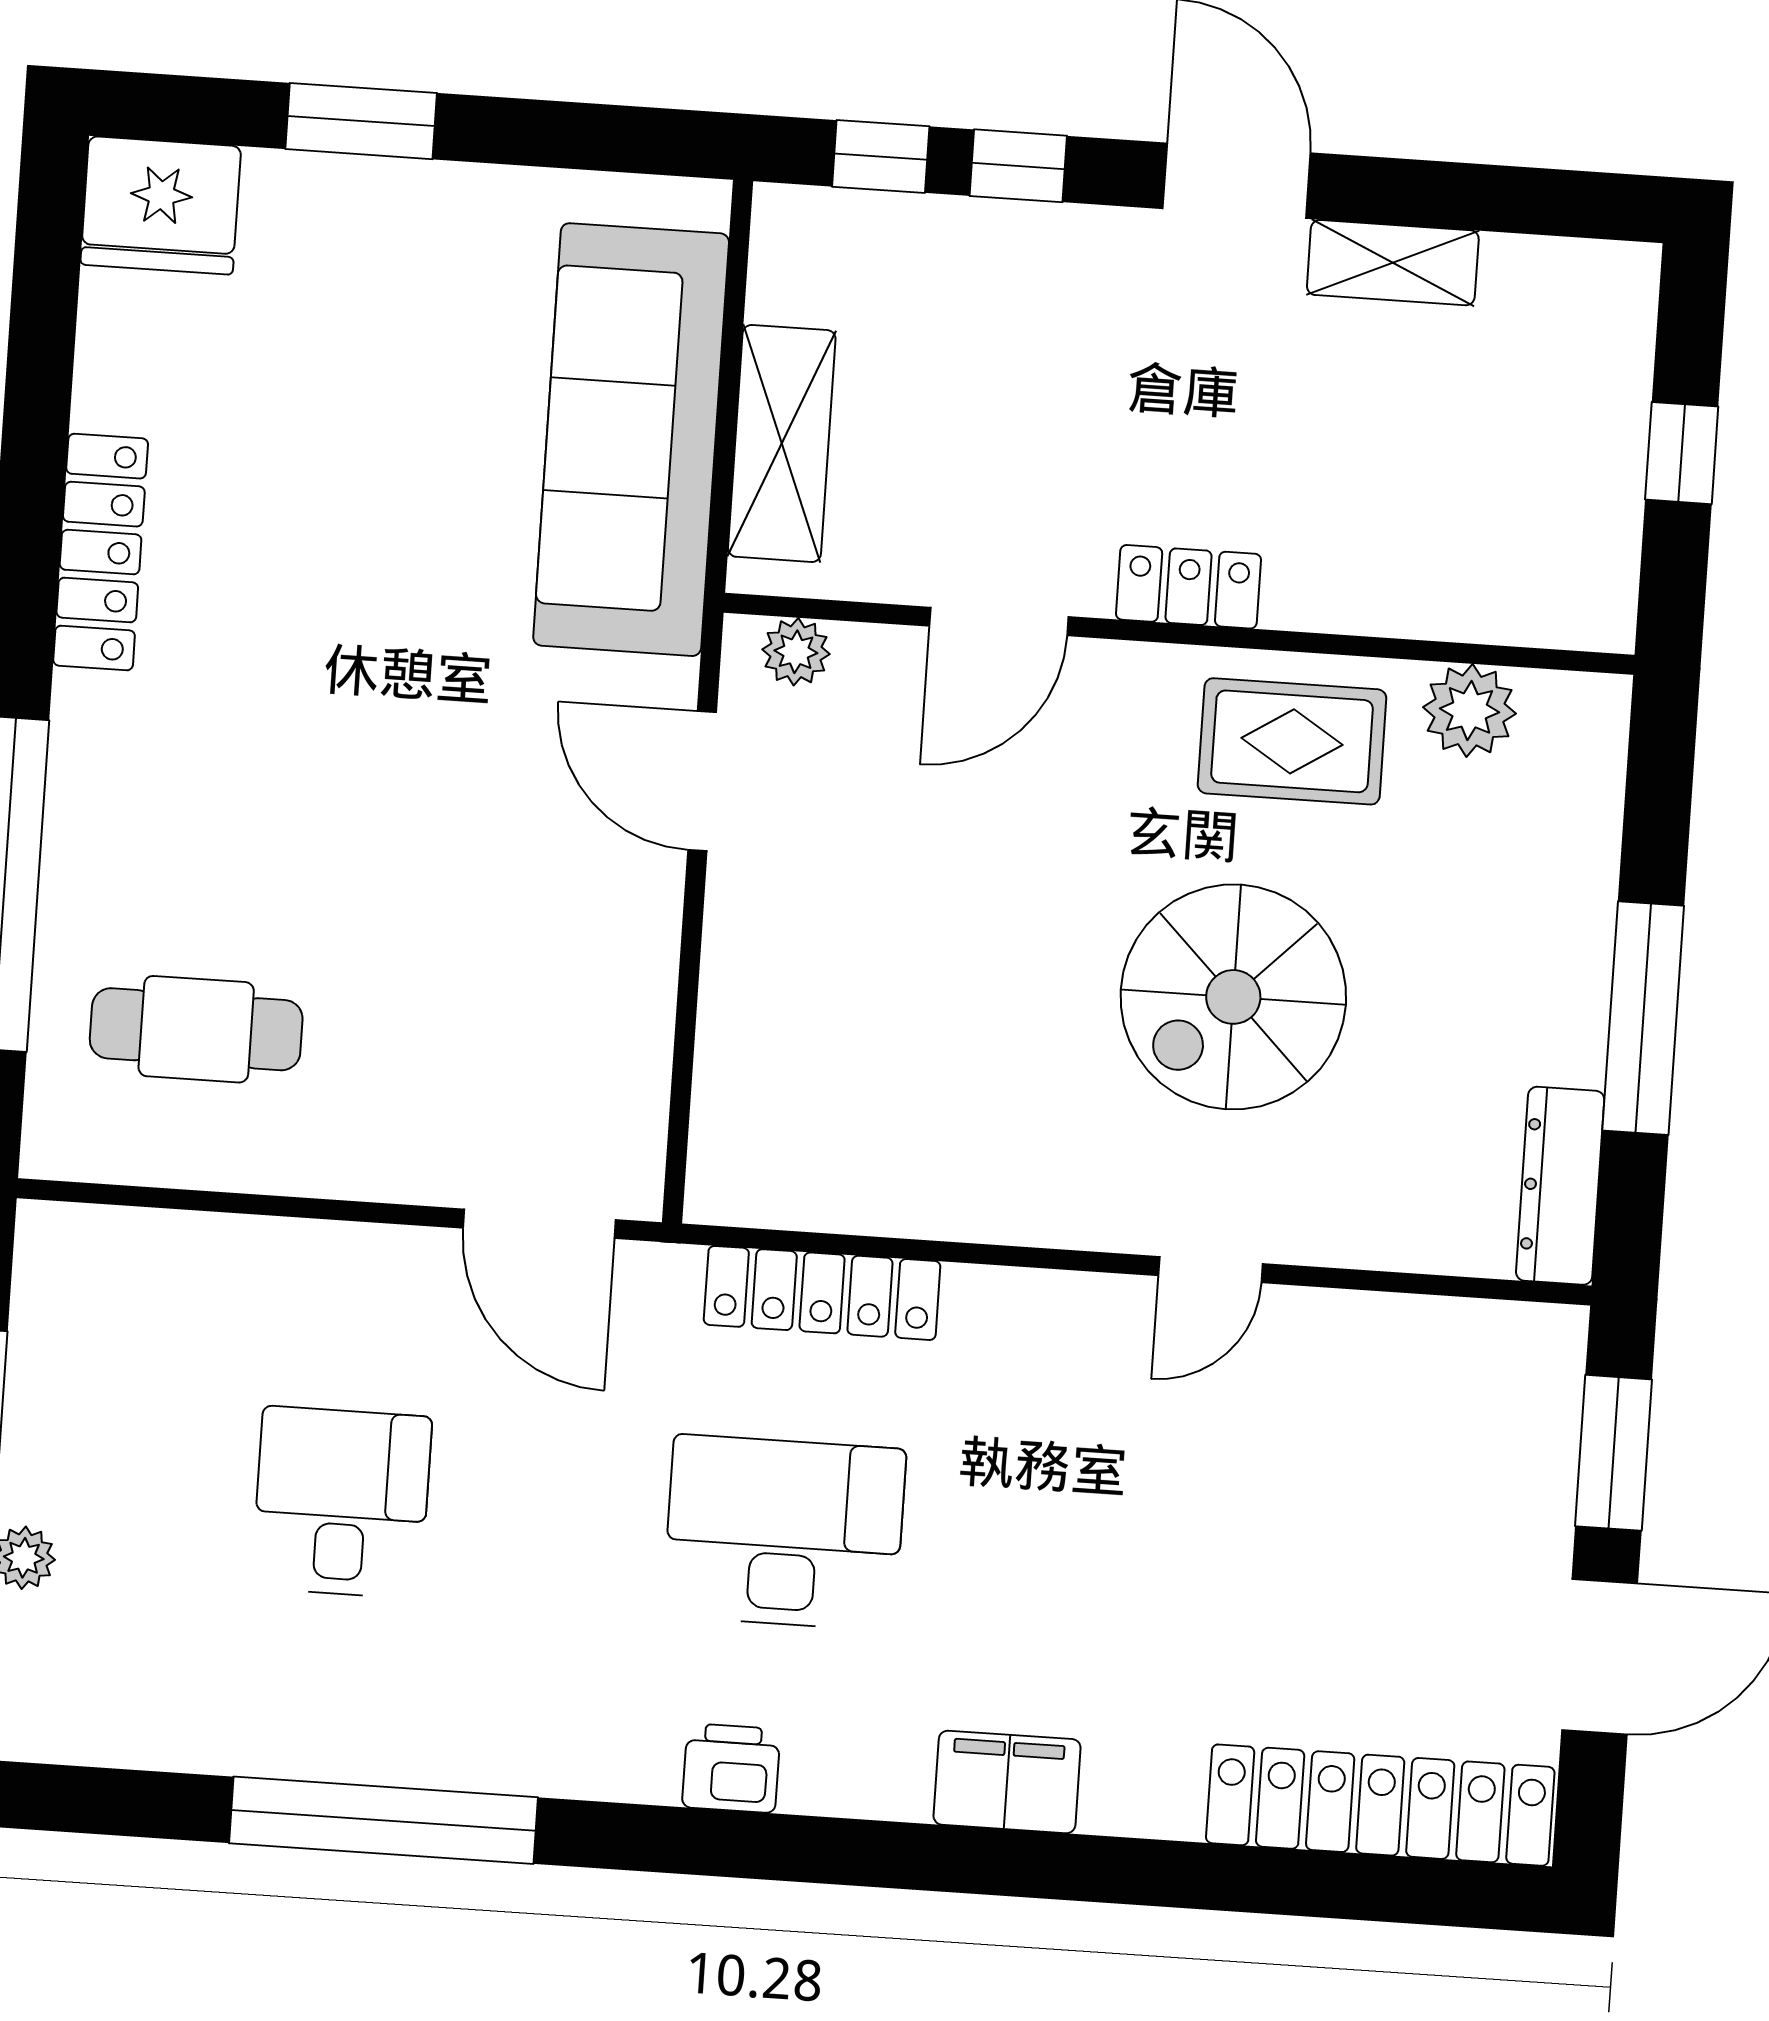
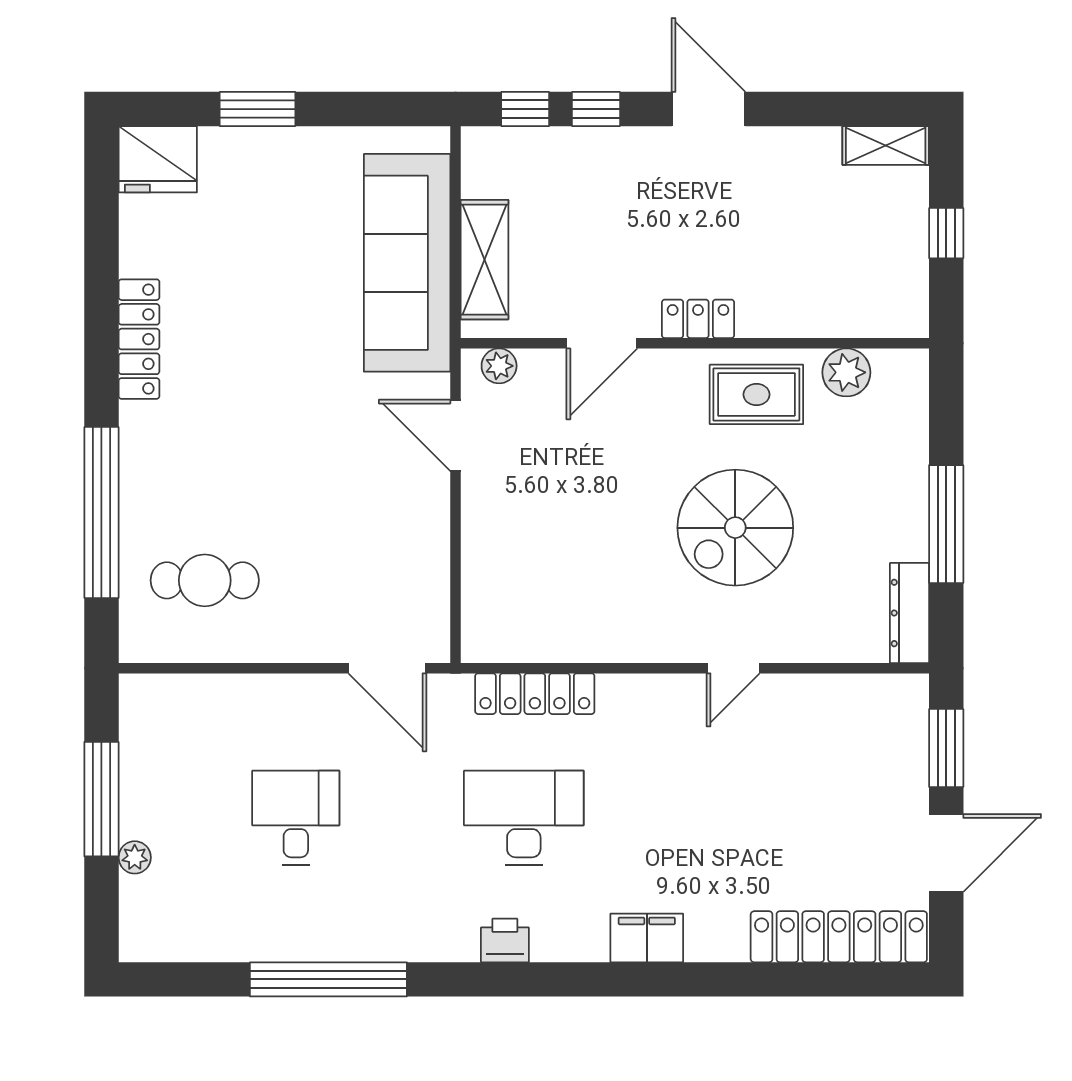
shelving: (1393, 263) -> (886, 146), moved

